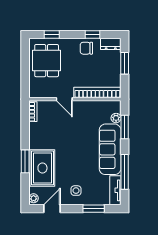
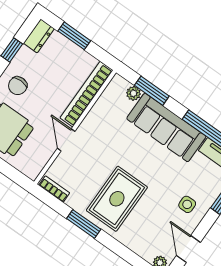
chair: (86, 48) -> (18, 86), moved
door: (64, 99) -> (66, 140), swing flipped
window: (25, 161) -> (84, 224), moved
rug: (42, 168) -> (117, 199), moved, turned 90

